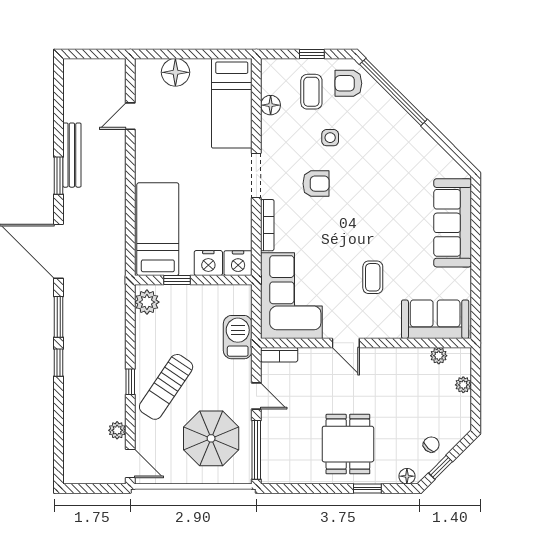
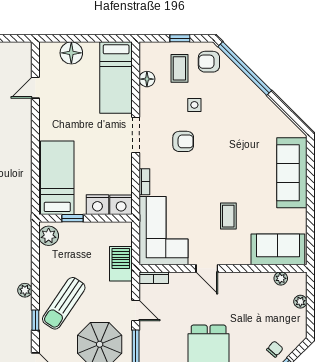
bookcase: (267, 225) -> (144, 182), width x0.64
window: (130, 382) -> (35, 320), moved
plant: (117, 430) -> (25, 290), moved

